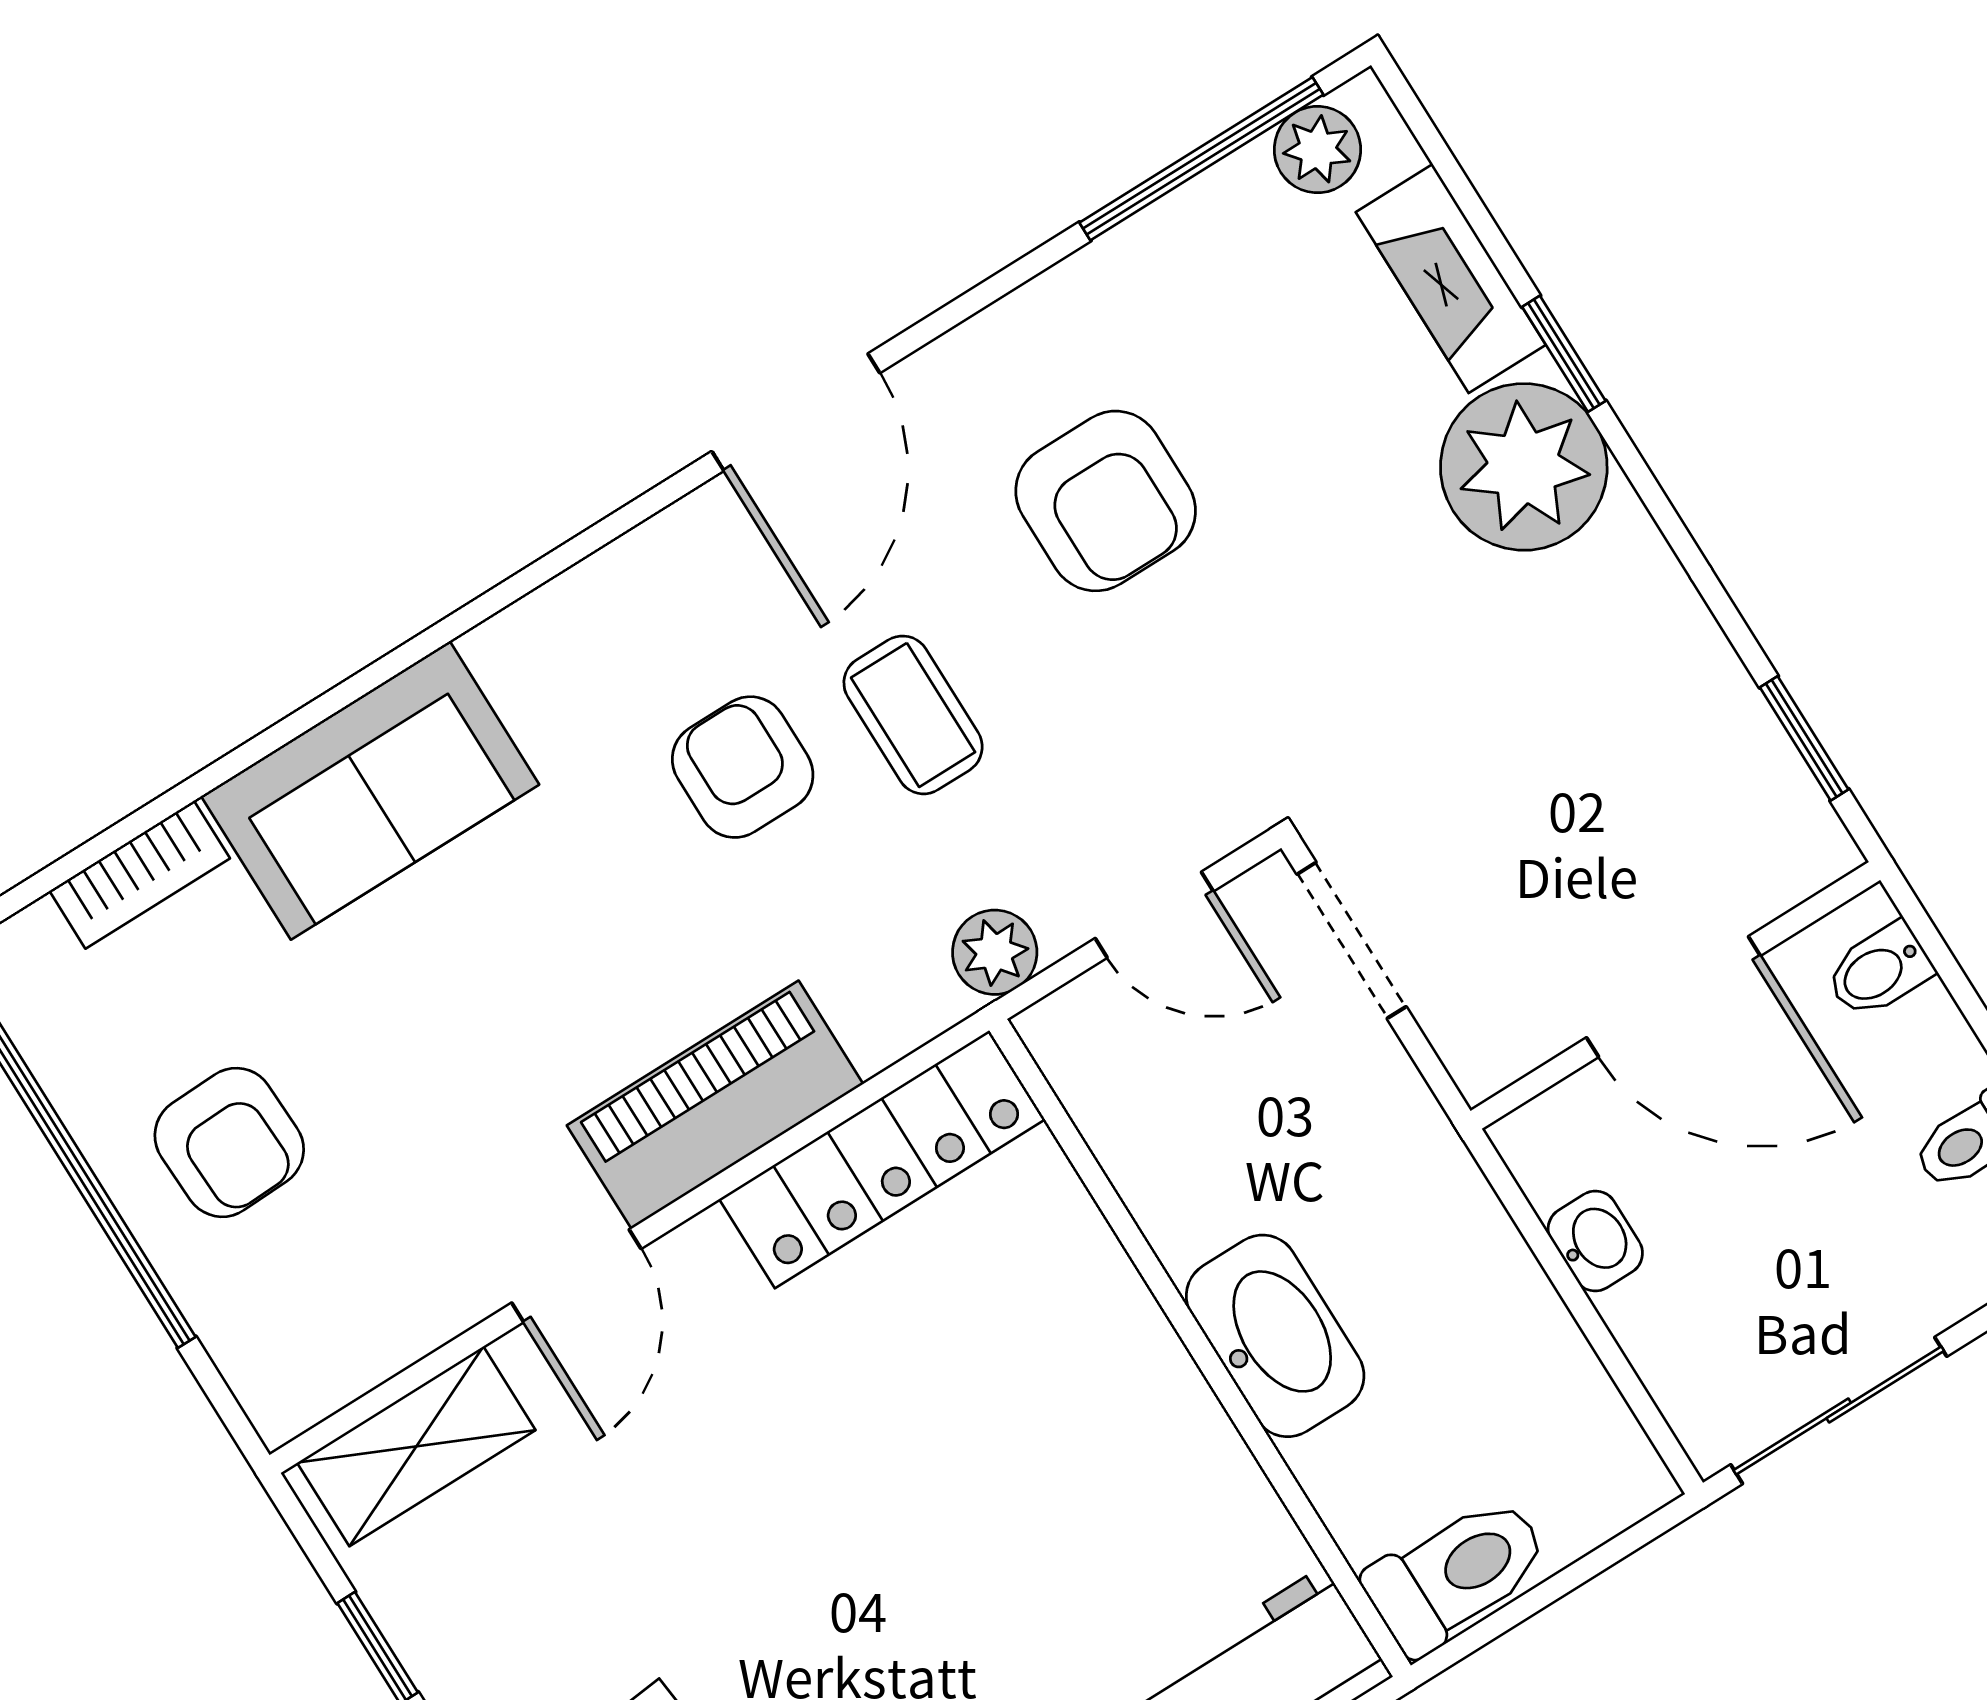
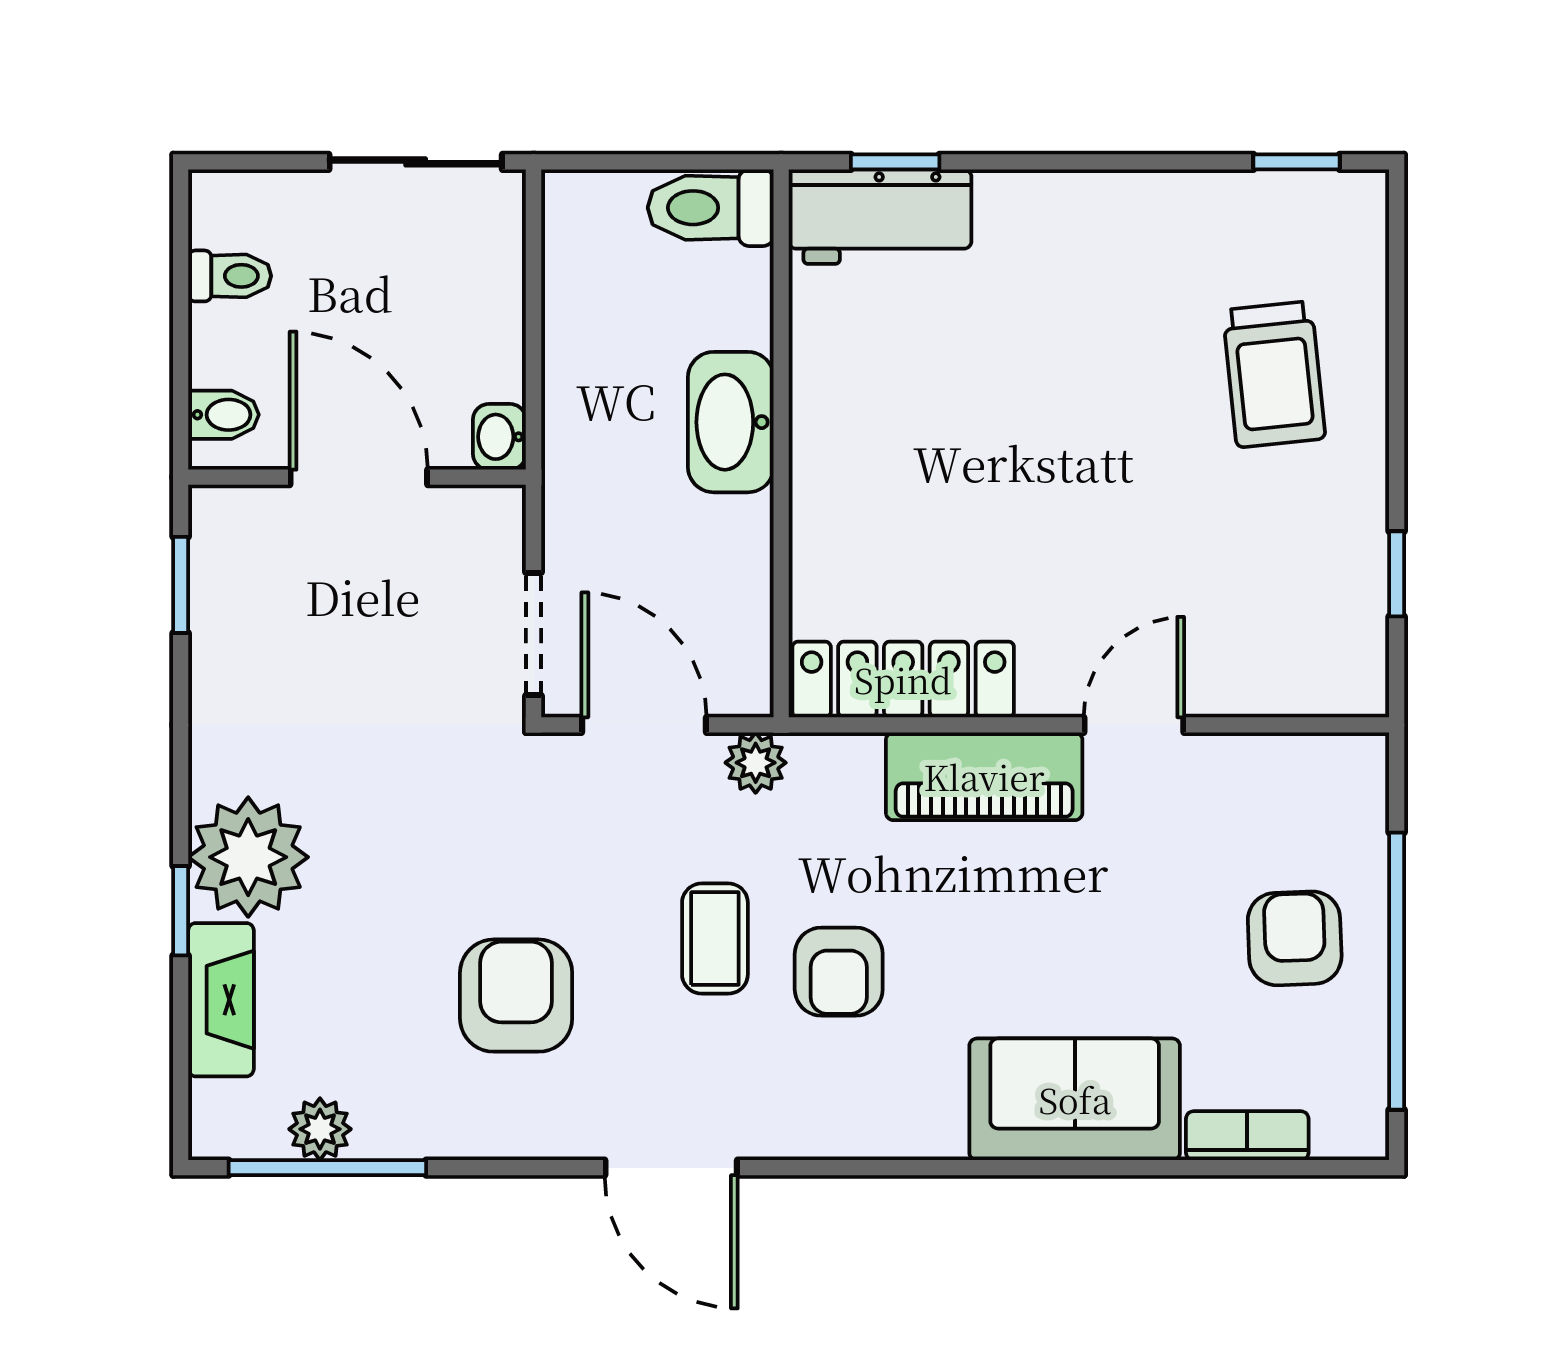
plant: (1317, 150) -> (320, 1129), moved
door: (796, 412) -> (671, 1168), swing flipped
door: (1154, 915) -> (644, 725), width x1.38
washbasin: (1595, 1241) -> (499, 437), moved
shelving: (416, 1446) -> (1296, 682), removed

